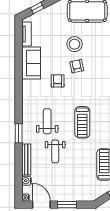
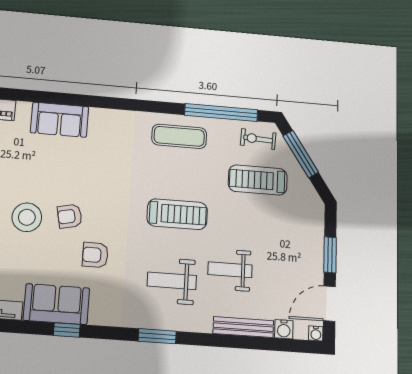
window: (19, 69) -> (67, 330), added
window: (19, 133) -> (157, 336), moved
weight bench: (55, 151) -> (230, 270), turned 180

